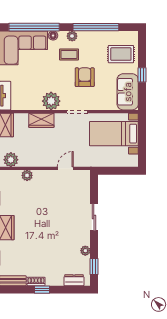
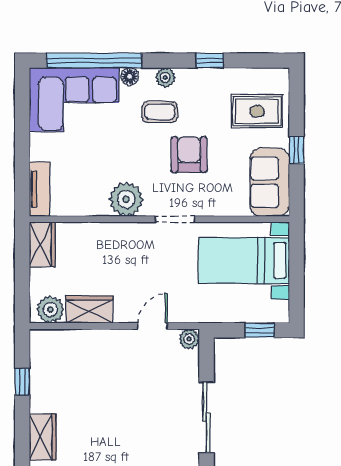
window: (96, 27) -> (210, 61), width x0.32
wardrobe: (41, 120) -> (89, 310), moved, turned 180
window: (122, 171) -> (260, 330), added
plant: (27, 175) -> (189, 339), moved
sliding door: (94, 217) -> (206, 417), width x1.37

